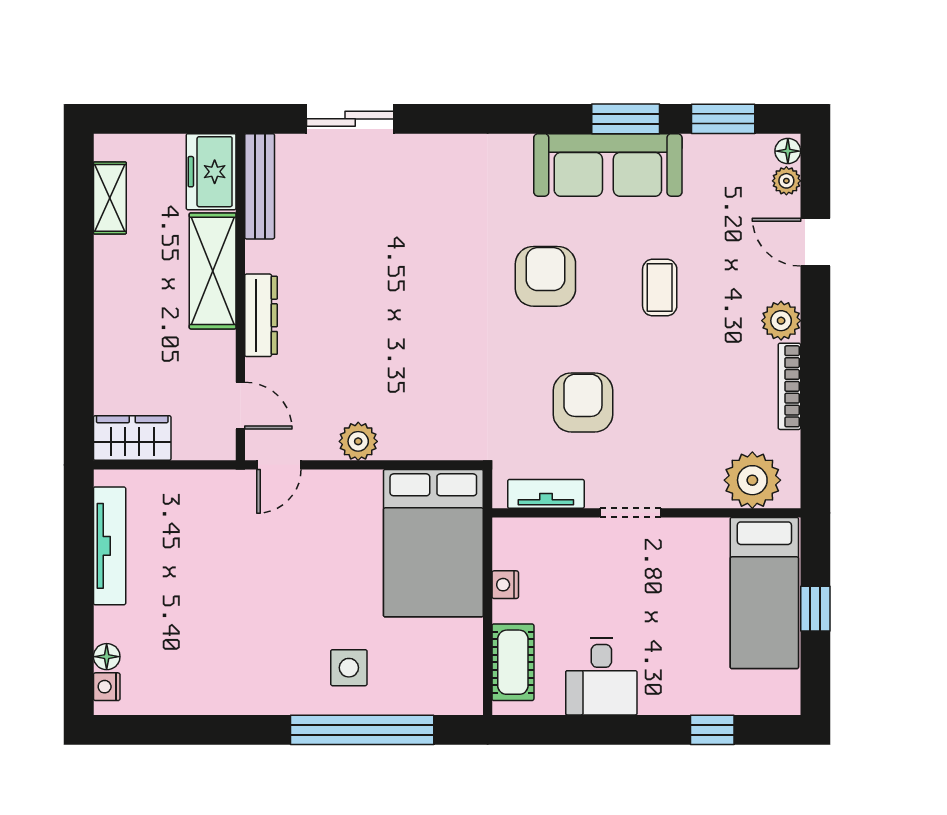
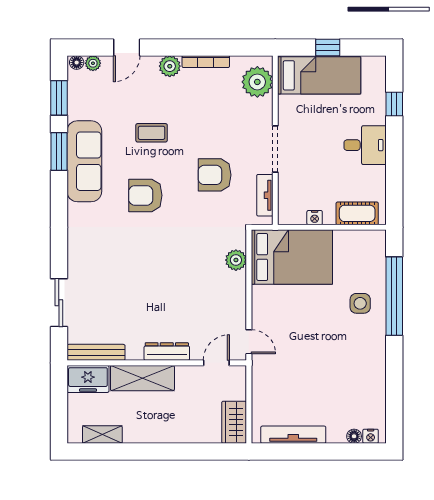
plant: (358, 441) -> (236, 260), moved
doorway: (630, 513) -> (275, 149), width x1.38
desk: (601, 677) -> (365, 145), moved

